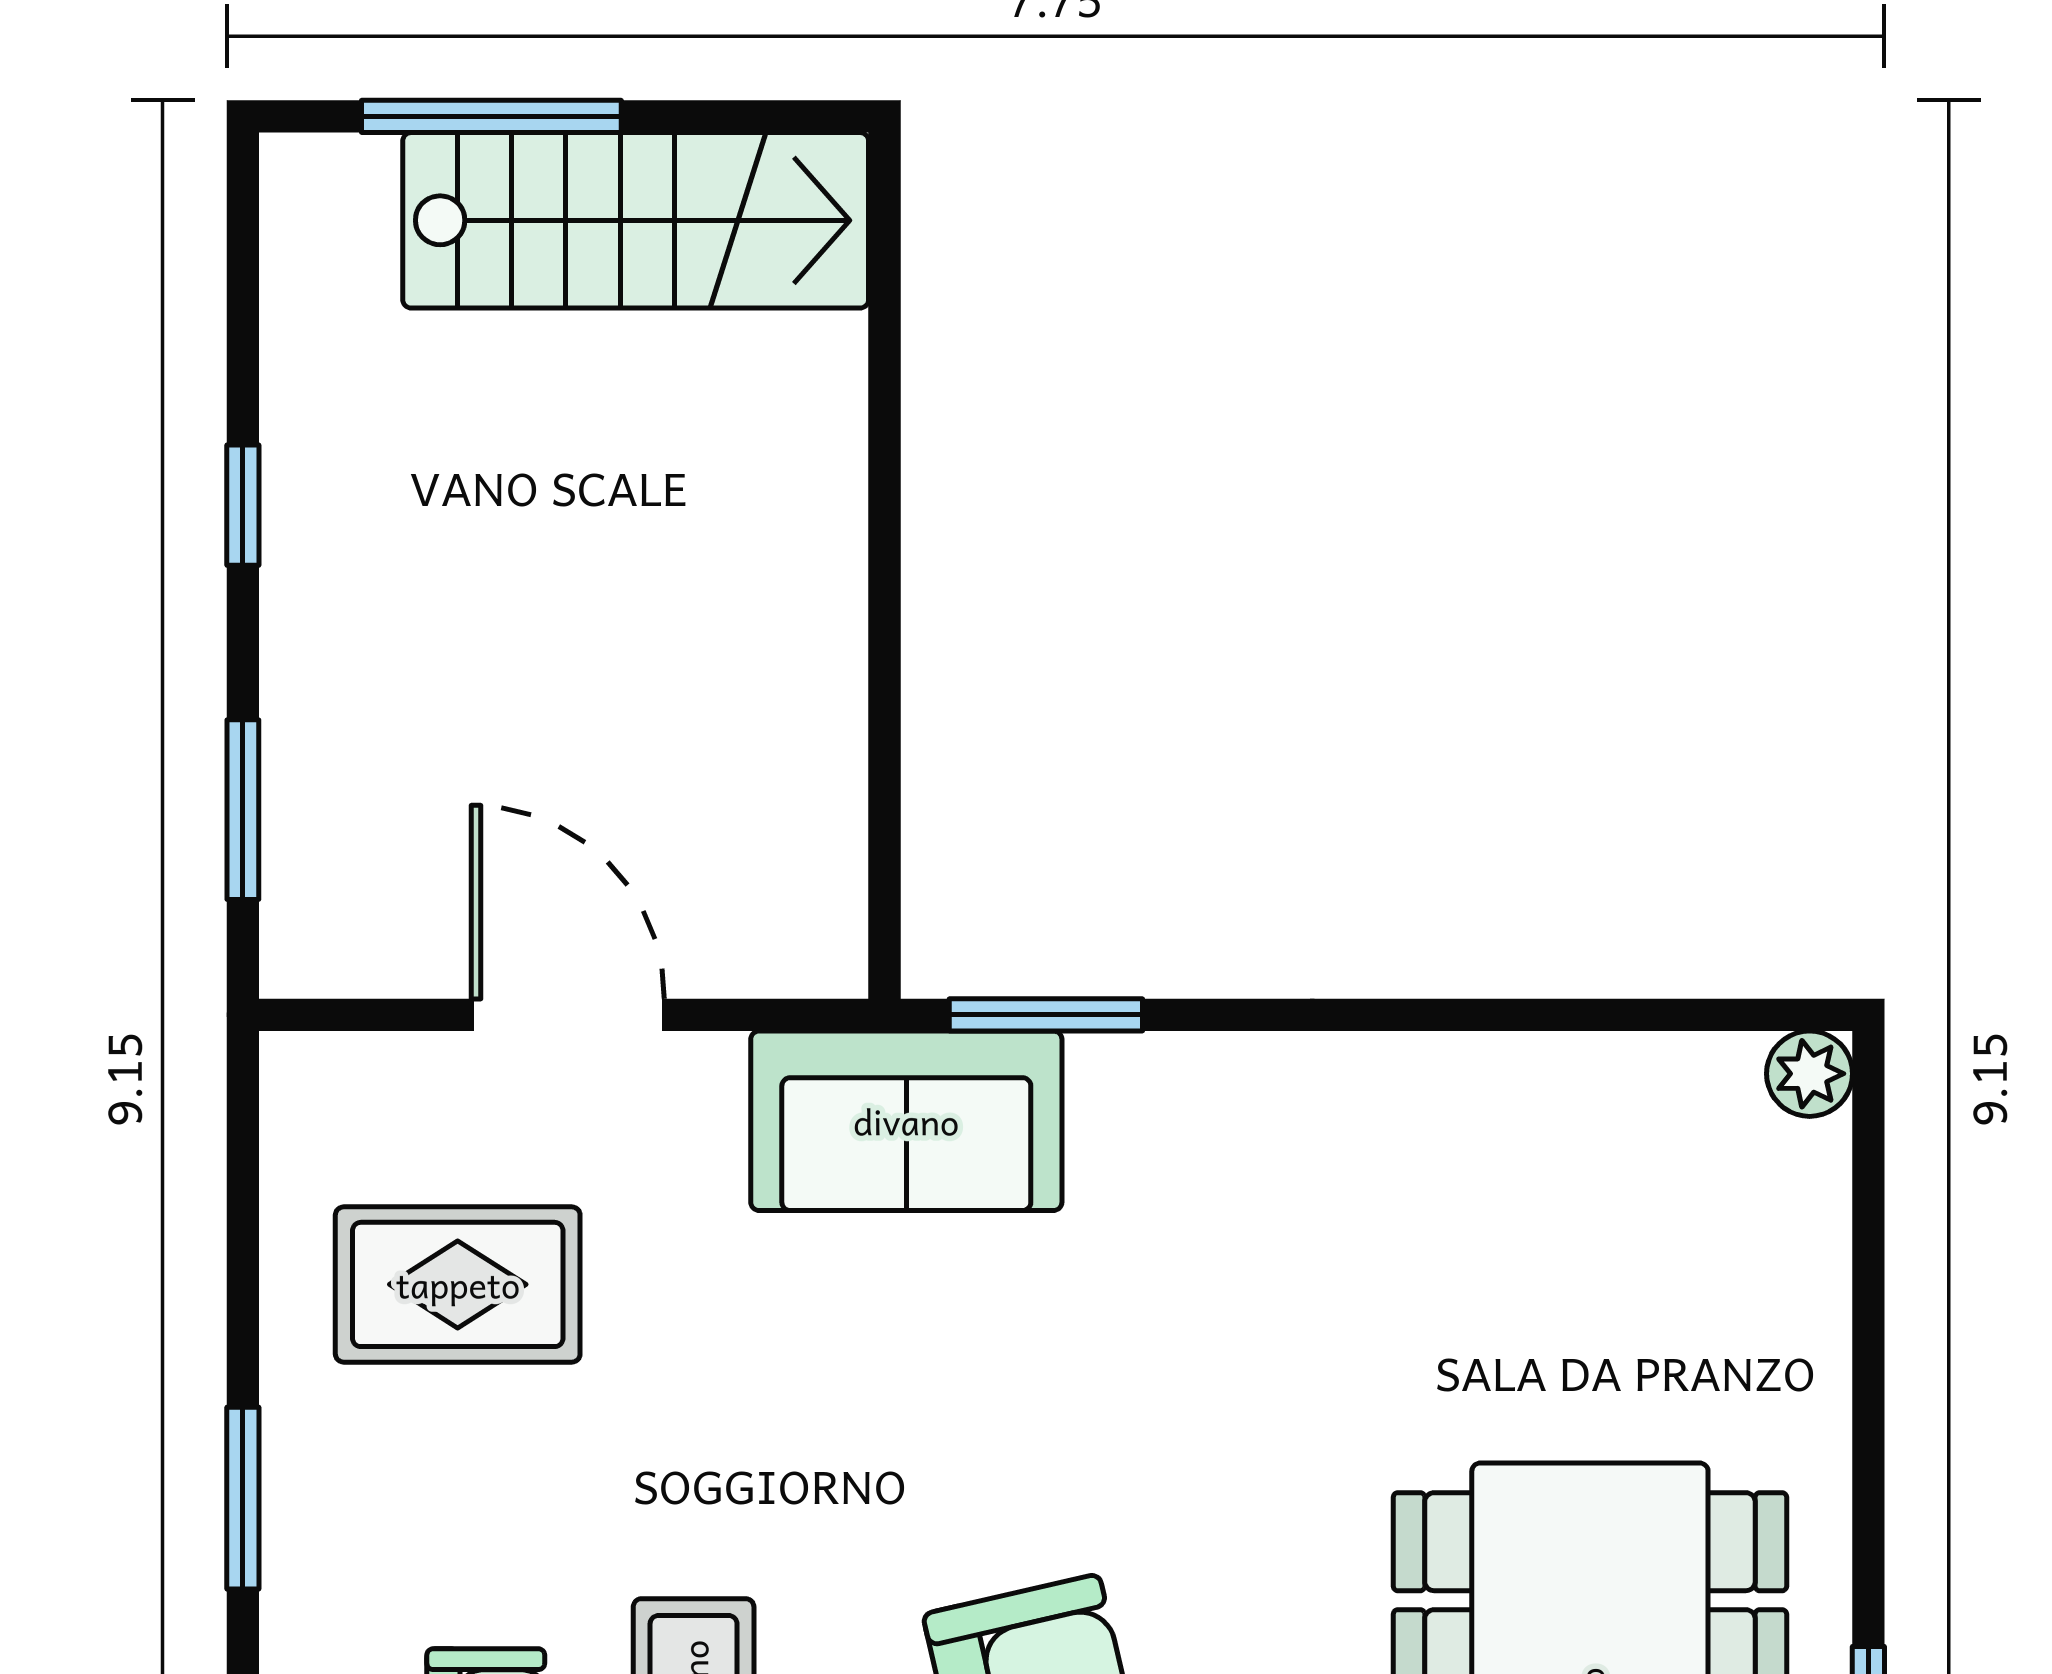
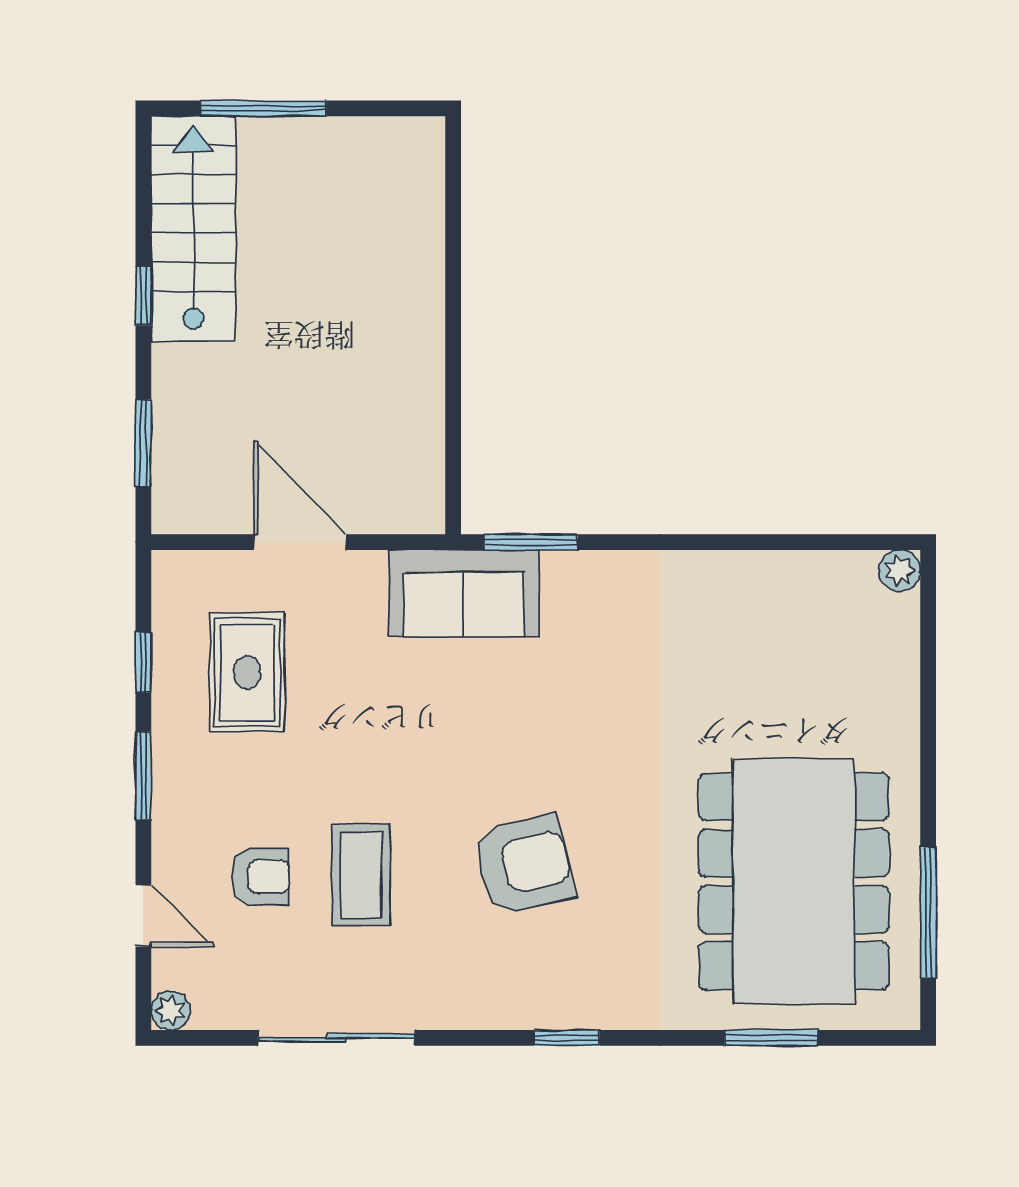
stairs: (636, 220) -> (193, 229), moved, turned -90
window: (243, 1264) -> (143, 662), added
rug: (458, 1284) -> (247, 672), turned 90

